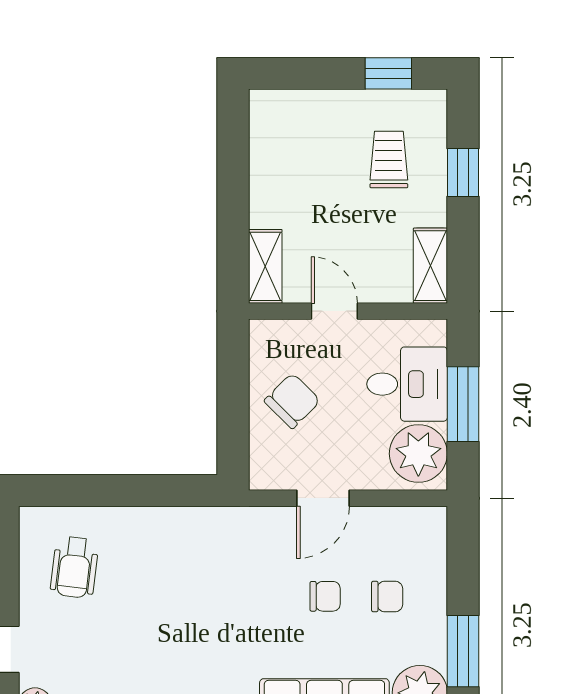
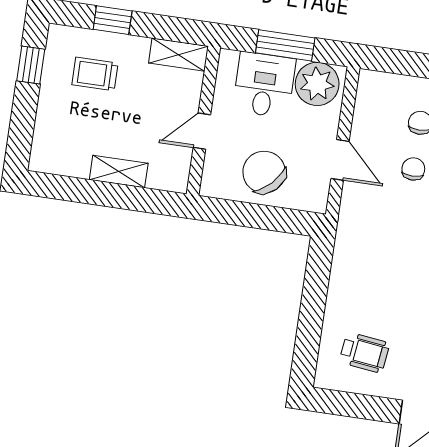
shelving: (265, 266) -> (119, 171), moved
chair: (292, 401) -> (264, 172), width x1.37, depth x1.37

